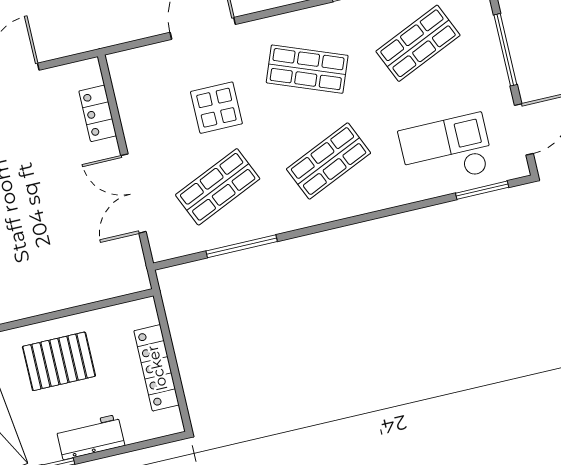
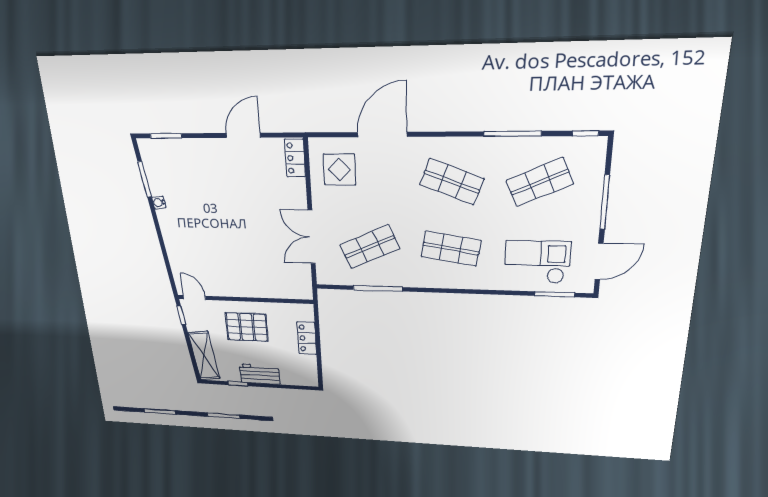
display table: (216, 108) -> (339, 169), moved
locker: (98, 113) -> (295, 158), moved
shop shelf: (329, 161) -> (451, 249), turned 33
locker: (157, 368) -> (307, 338), width x0.66

